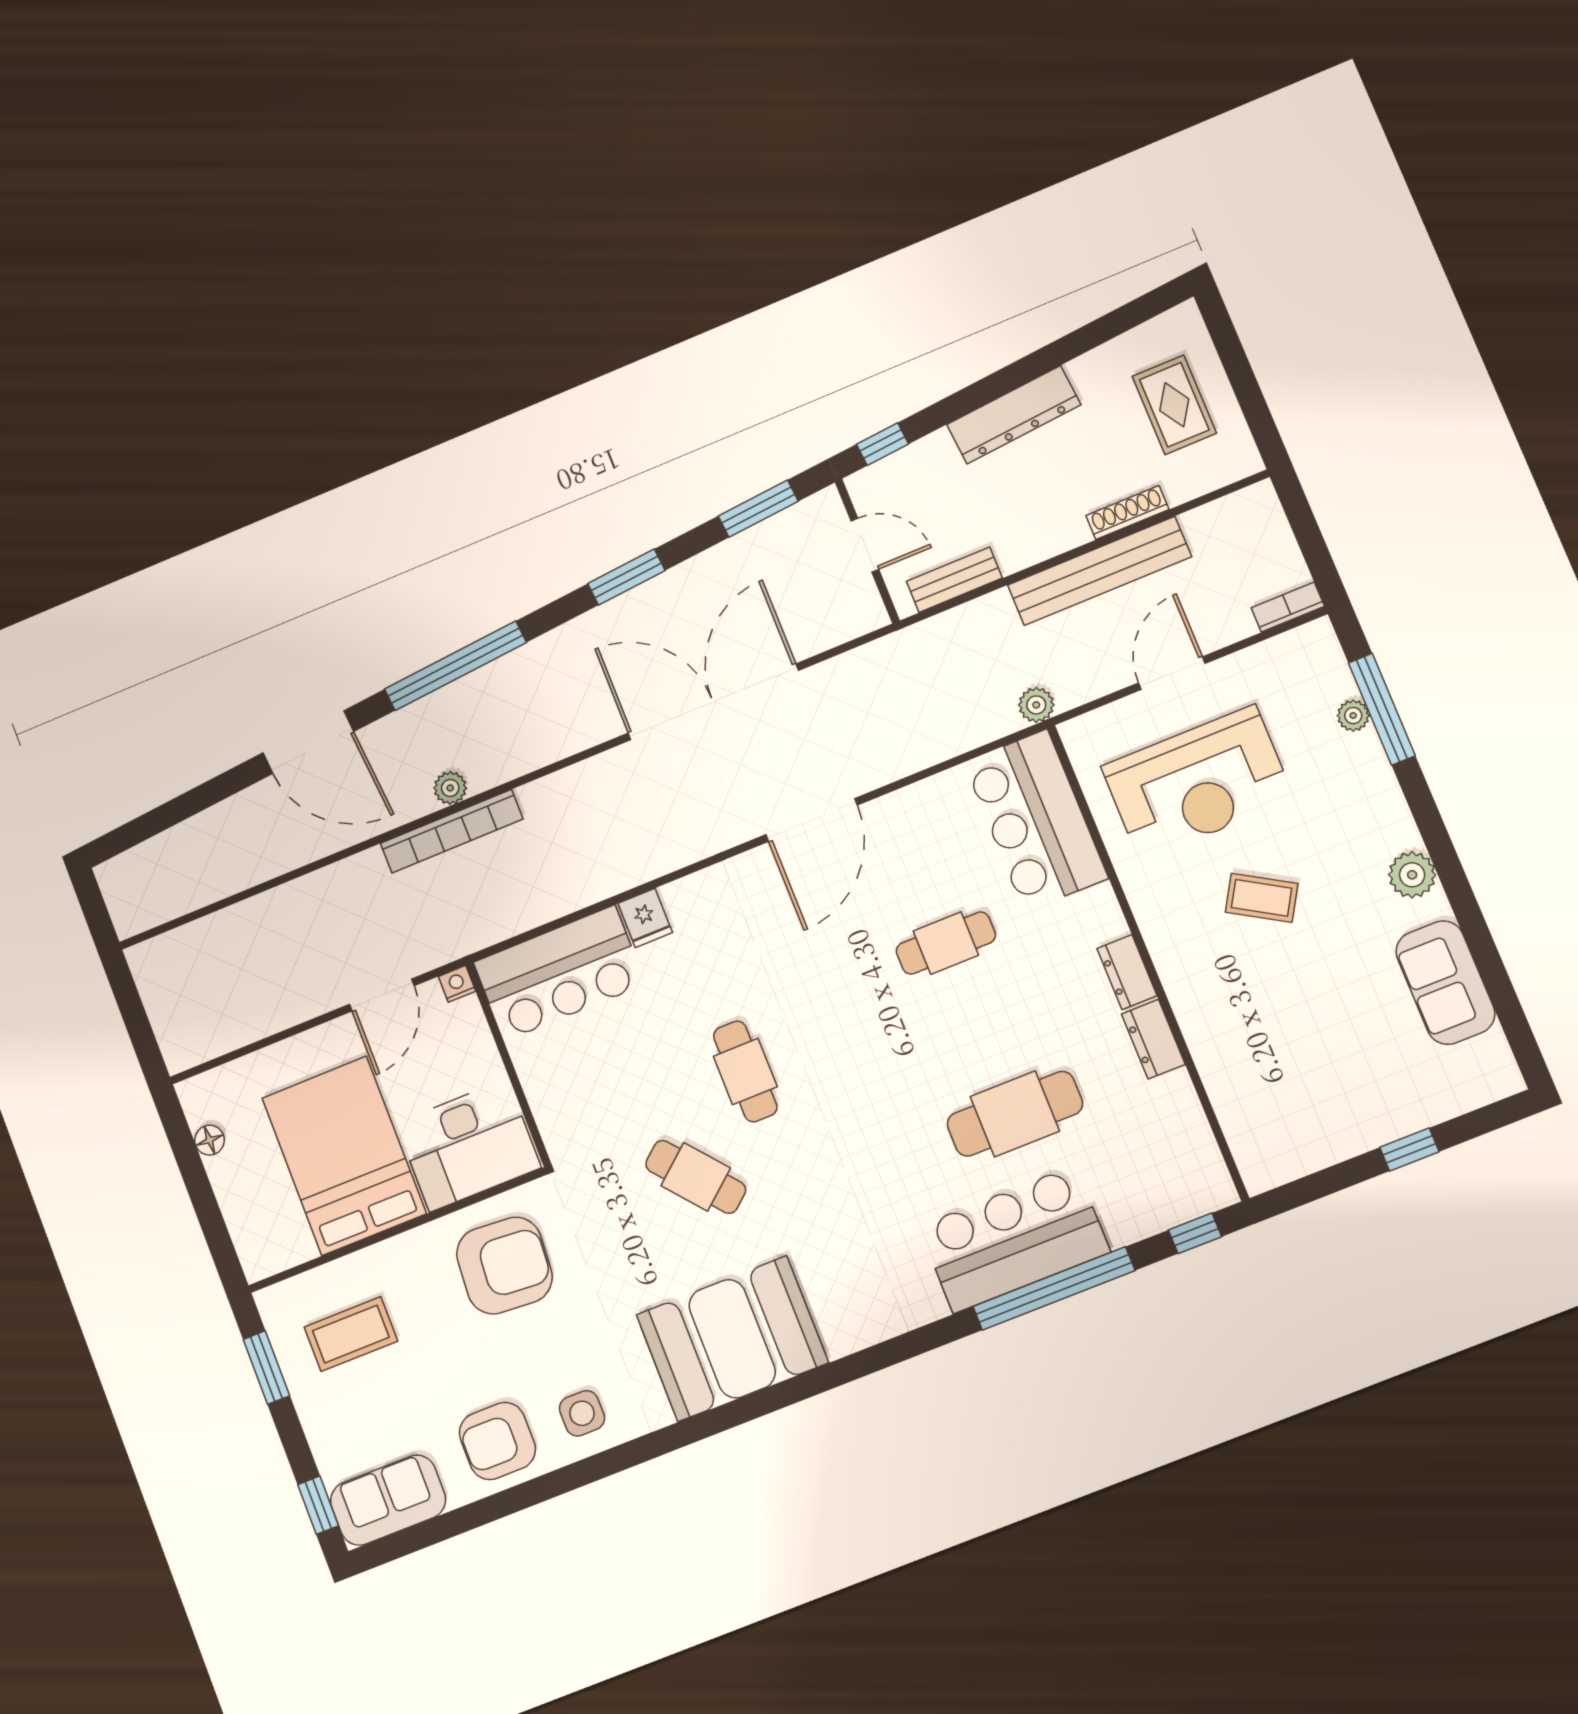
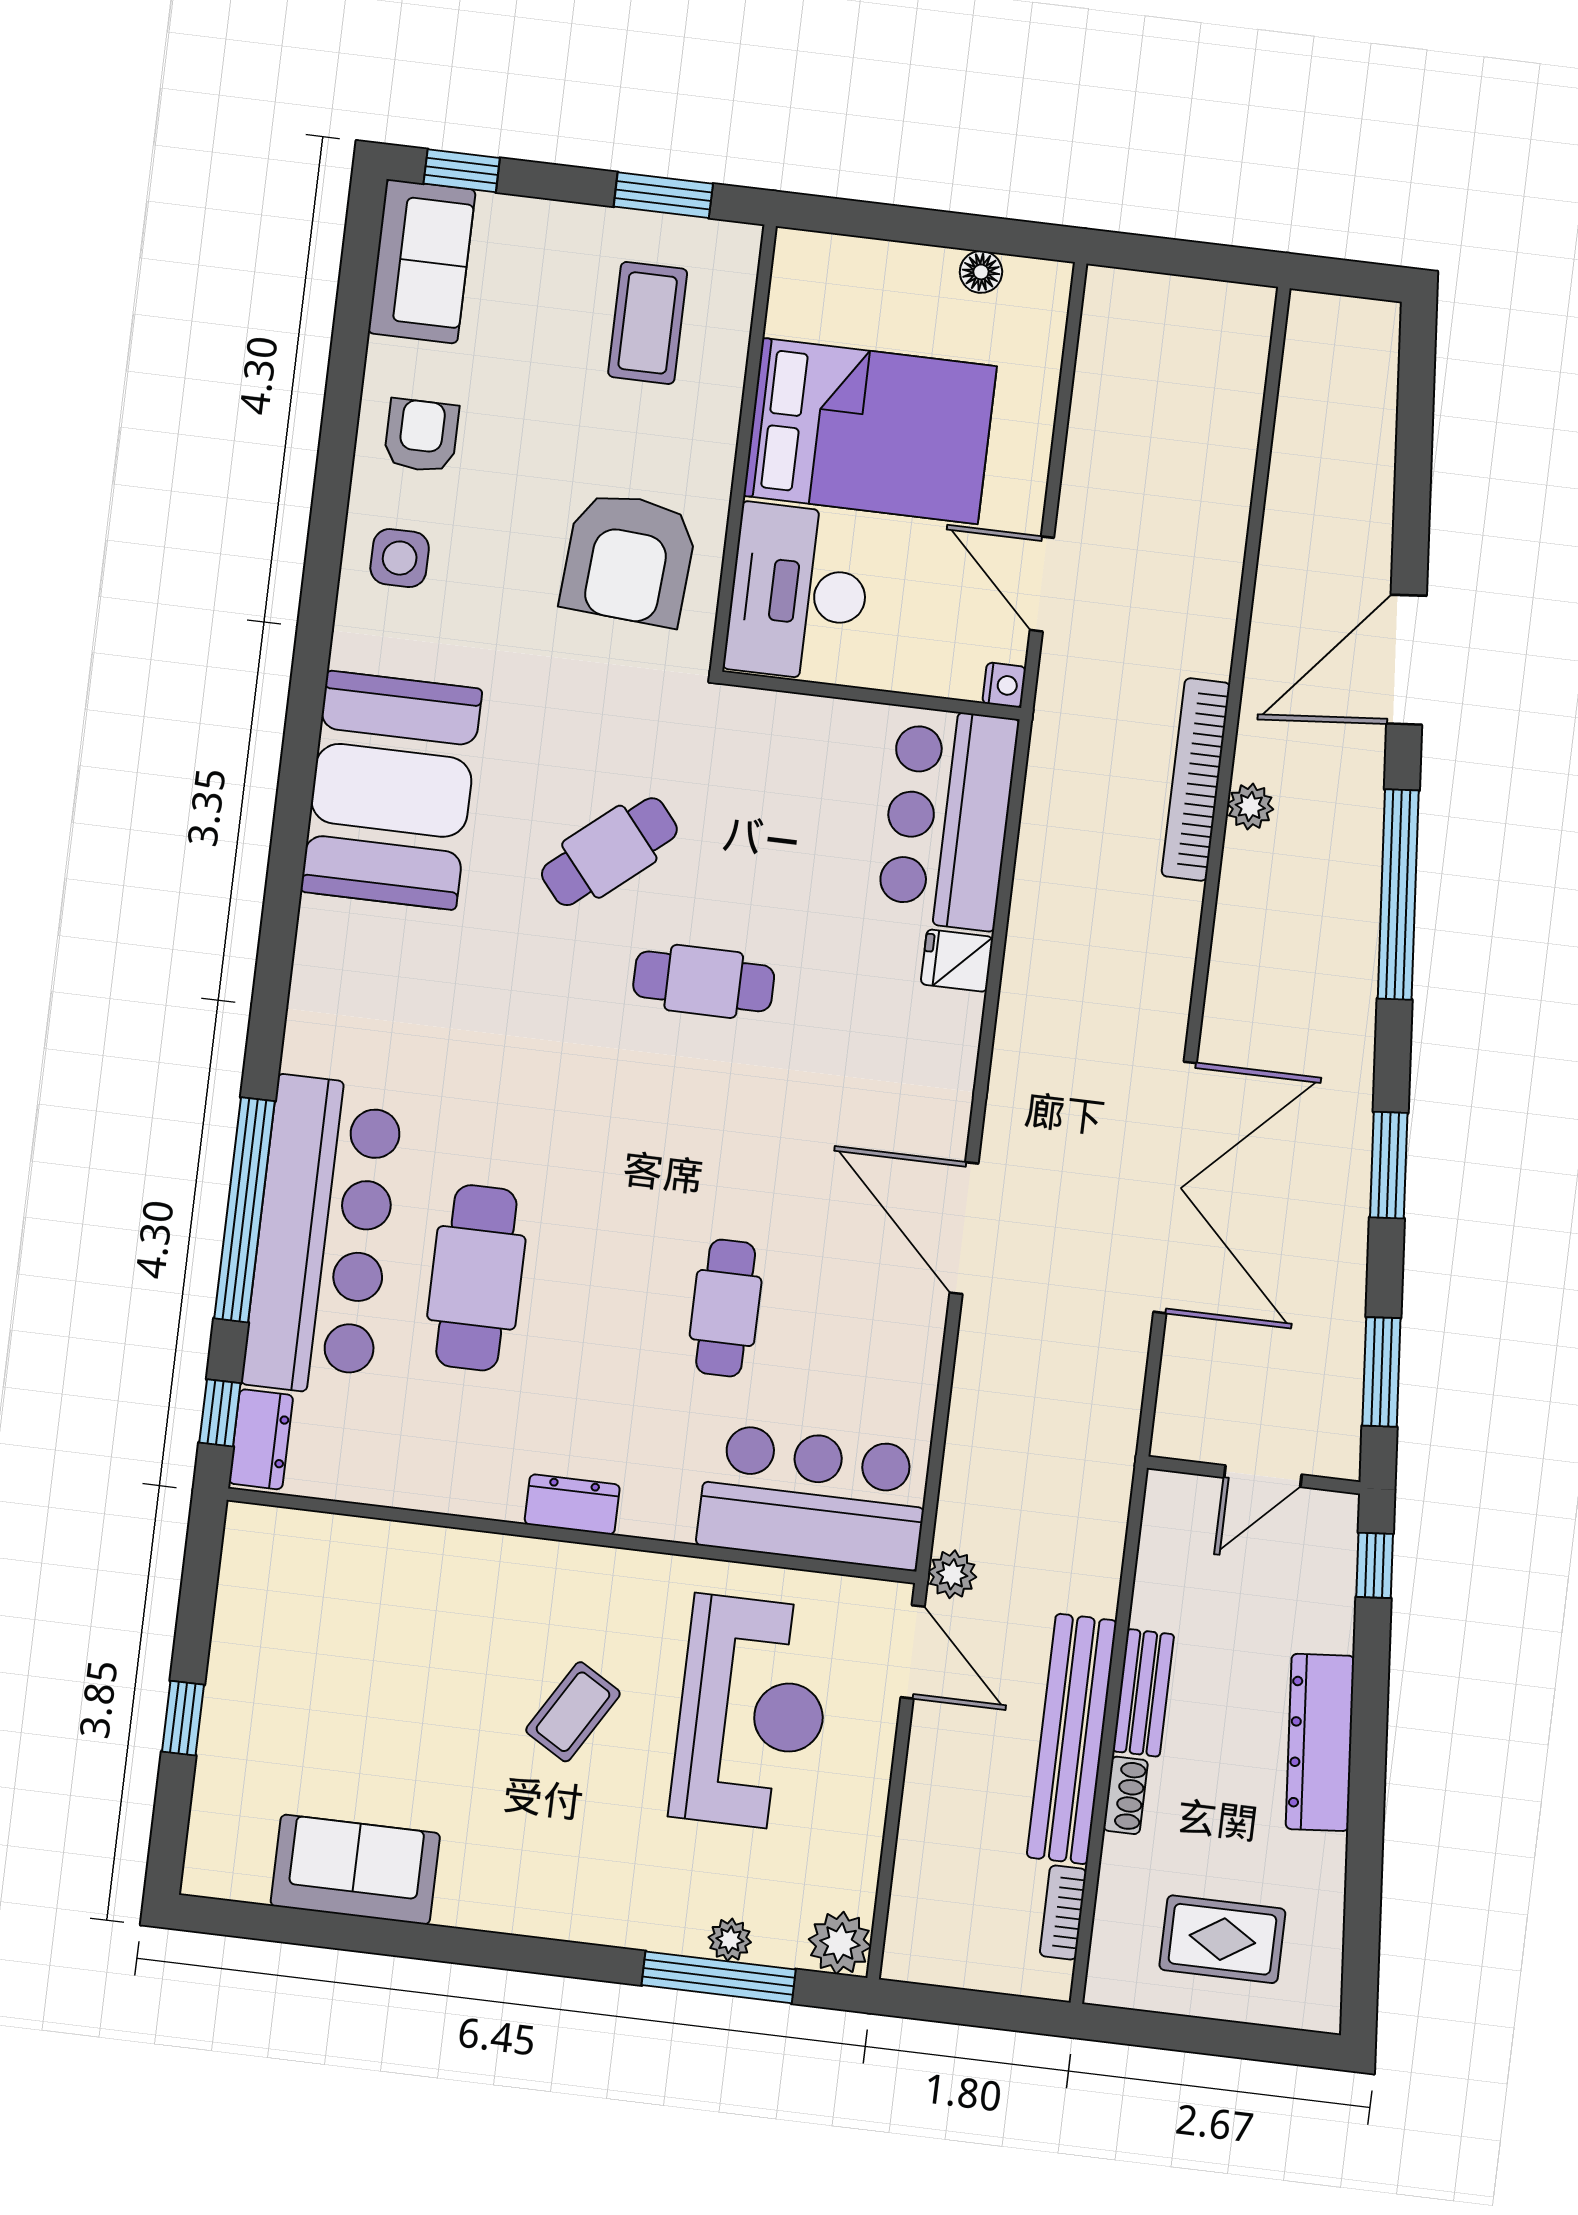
shoe rack: (1127, 512) -> (1126, 1795), width x0.70
bench: (954, 580) -> (1143, 1693), moved
bookcase: (1288, 607) -> (1063, 1912), moved, turned 180
door: (1172, 673) -> (913, 1652), moved
reception desk: (1198, 783) -> (752, 1713), turned 180
plant: (1412, 875) -> (840, 1943), moved
dresser: (1153, 1039) -> (261, 1439), moved, turned 90
bar counter: (1014, 1239) -> (323, 1236), width x1.36
armchair: (497, 1441) -> (421, 436), width x0.72, depth x0.72

